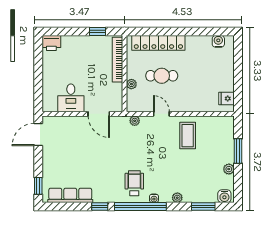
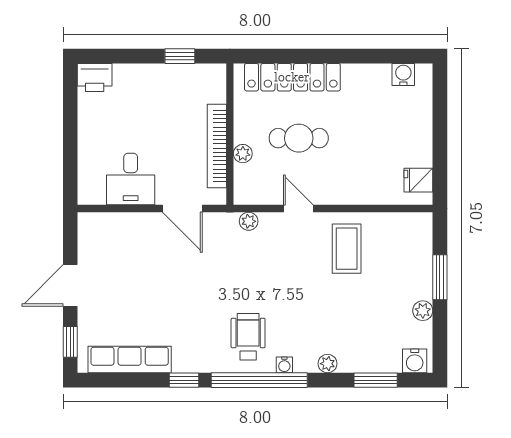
bookcase: (117, 60) -> (217, 146), moved
door: (38, 135) -> (70, 285), moved

